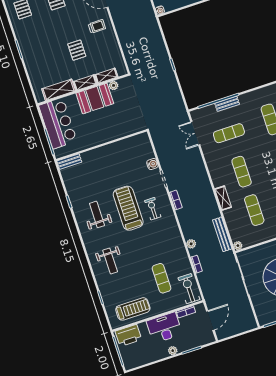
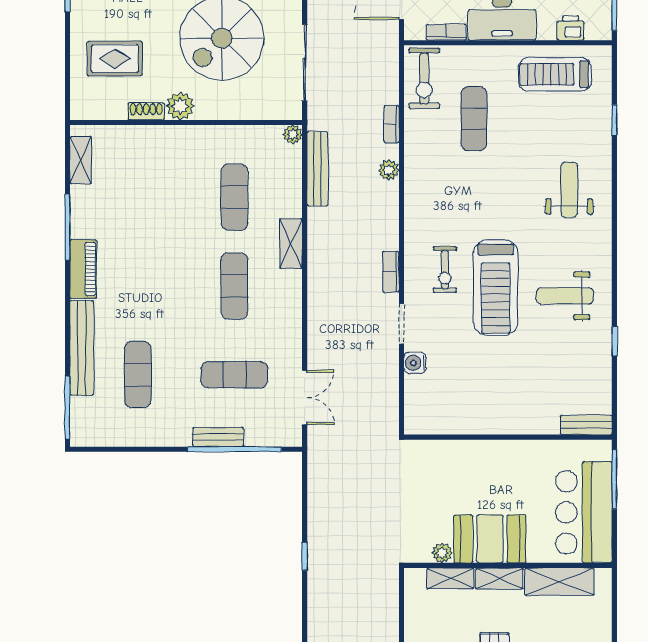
weight bench: (97, 214) -> (565, 296), turned 90
printer: (128, 335) -> (571, 28), width x0.53, depth x0.68

